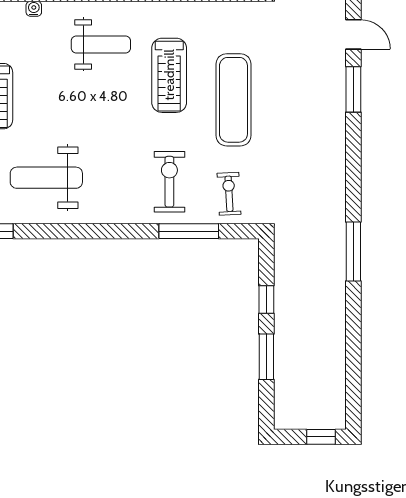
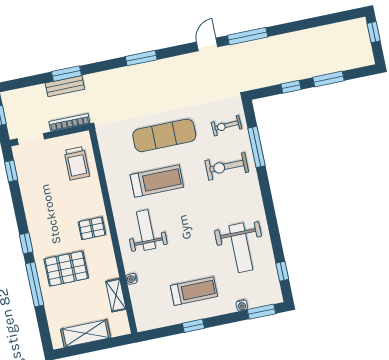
door: (353, 34) -> (207, 44), moved

